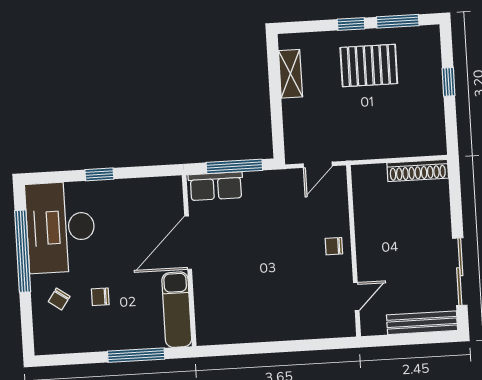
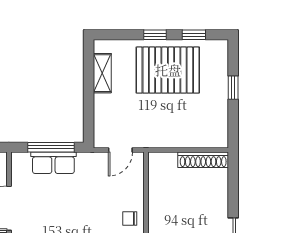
window: (398, 21) -> (194, 35), width x0.67
pallet: (369, 65) -> (168, 70), width x1.37, depth x1.41
row of seats: (216, 186) -> (53, 163), moved

